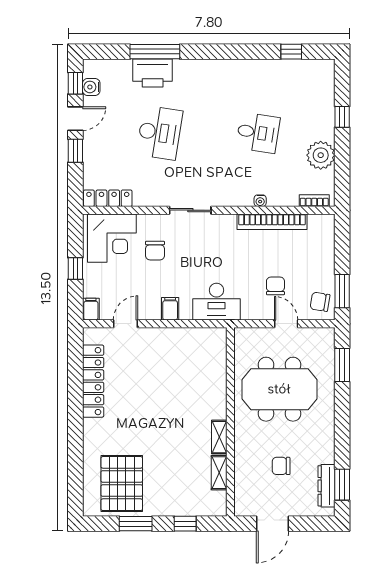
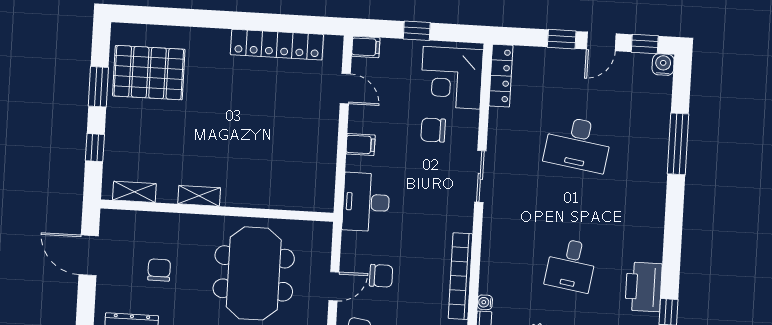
printer: (153, 73) -> (644, 287), moved
water cooler: (91, 87) -> (663, 65), moved
door: (75, 119) -> (601, 41), hinge flipped
water cooler: (260, 201) -> (485, 302), moved
shelving: (219, 473) -> (134, 192), moved

